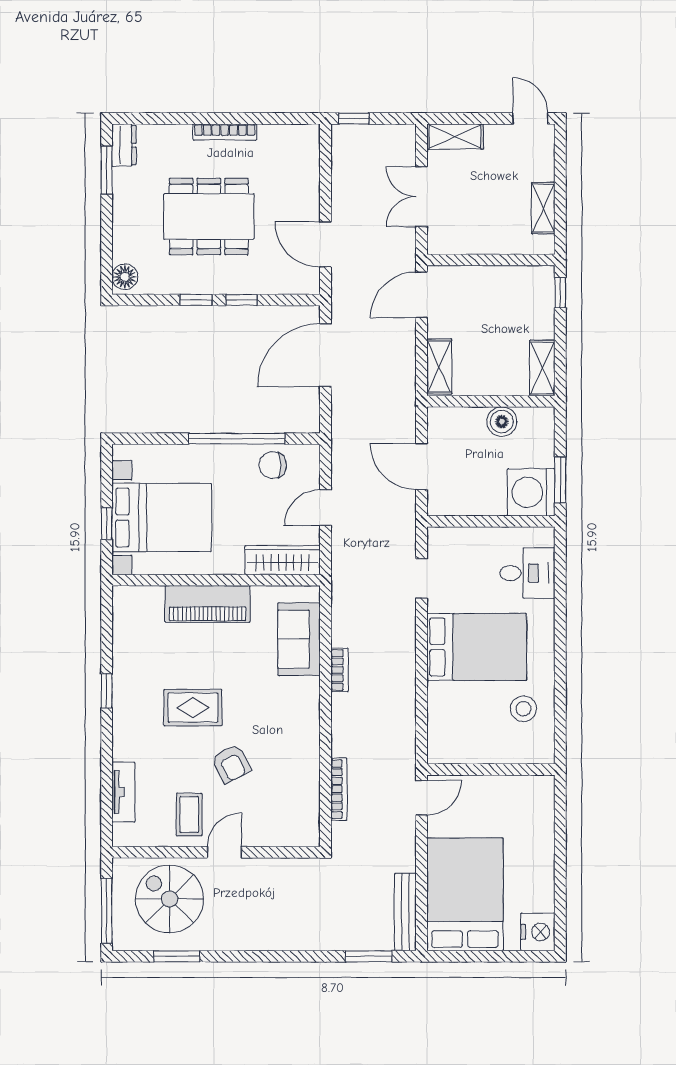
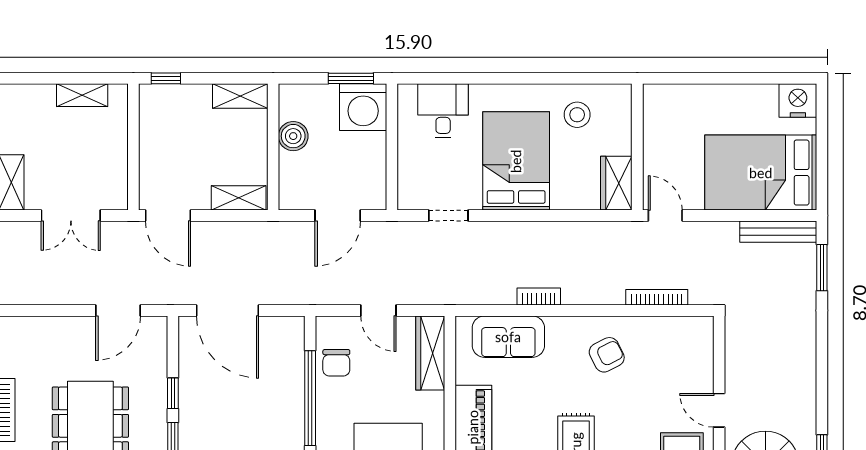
wardrobe: (454, 748) -> (616, 183), added
armchair: (231, 764) -> (607, 355), moved

